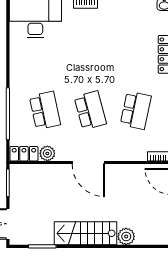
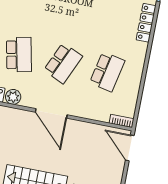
school desk: (90, 110) -> (63, 63), turned 39

